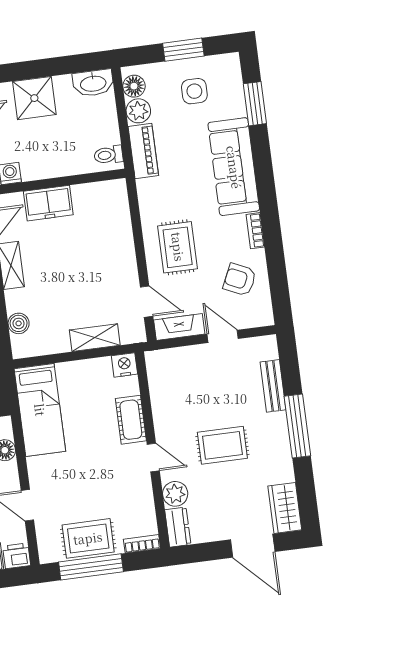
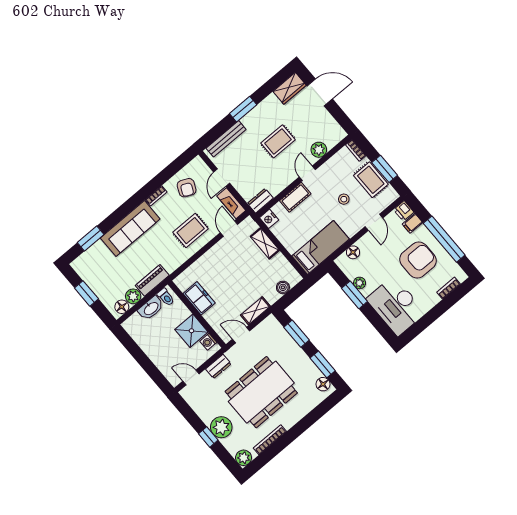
washbasin: (93, 83) -> (151, 308), moved, turned 90
side table: (194, 91) -> (104, 274), removed
shower: (34, 98) -> (191, 331), moved
freezer: (48, 203) -> (199, 298), moved
bench: (273, 386) -> (226, 139), width x1.36
window: (297, 426) -> (243, 109), width x0.69
rug: (222, 445) -> (278, 141), turned 90
stool: (86, 484) -> (344, 199), added
dresser: (178, 527) -> (260, 201), moved
door: (253, 546) -> (320, 92), hinge flipped
window: (91, 567) -> (385, 169), width x0.69

